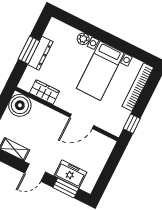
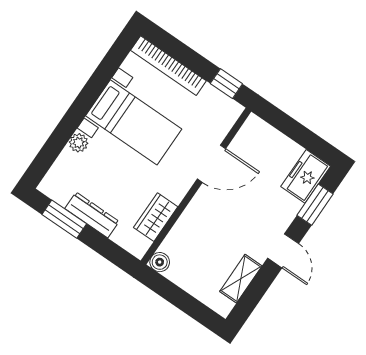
window: (29, 50) -> (64, 219), moved
boiler: (20, 105) -> (160, 262), width x0.54, depth x0.54
door: (82, 121) -> (211, 164), hinge flipped
freezer: (70, 174) -> (306, 176), moved

